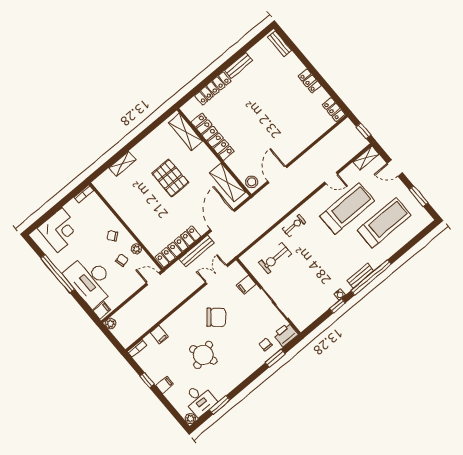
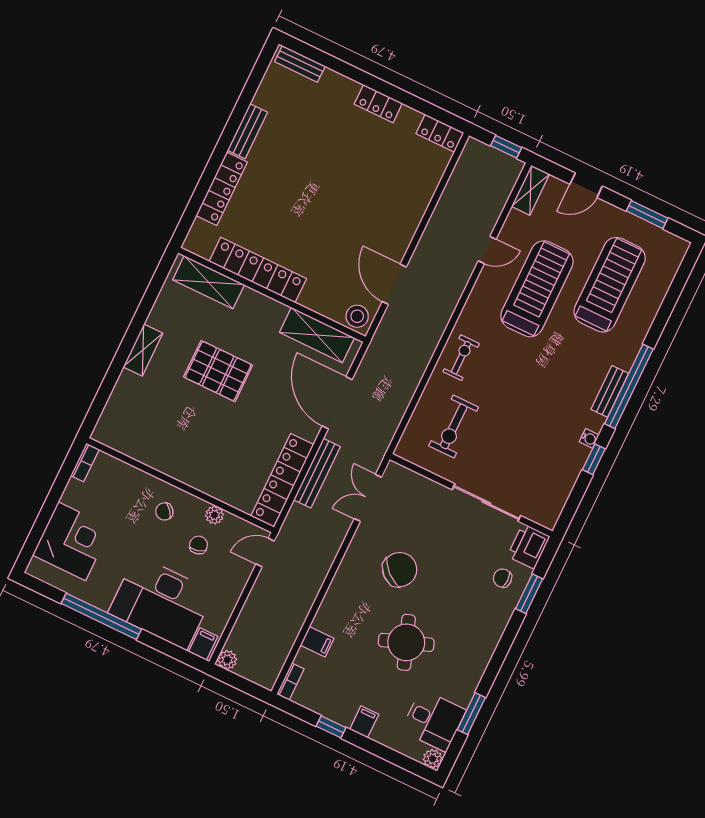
shelving: (122, 164) -> (143, 350), moved
filing cabinet: (246, 285) -> (425, 493), removed

